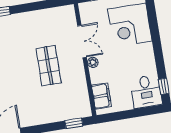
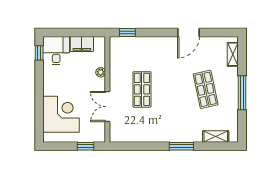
plant: (93, 62) -> (101, 72), moved
filing cabinet: (101, 96) -> (82, 44), moved, turned -90

